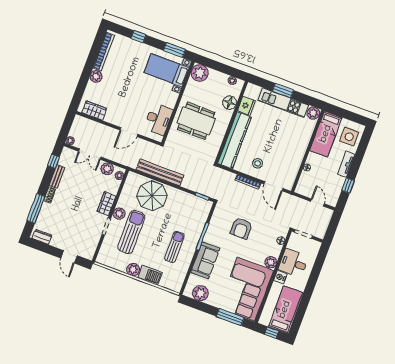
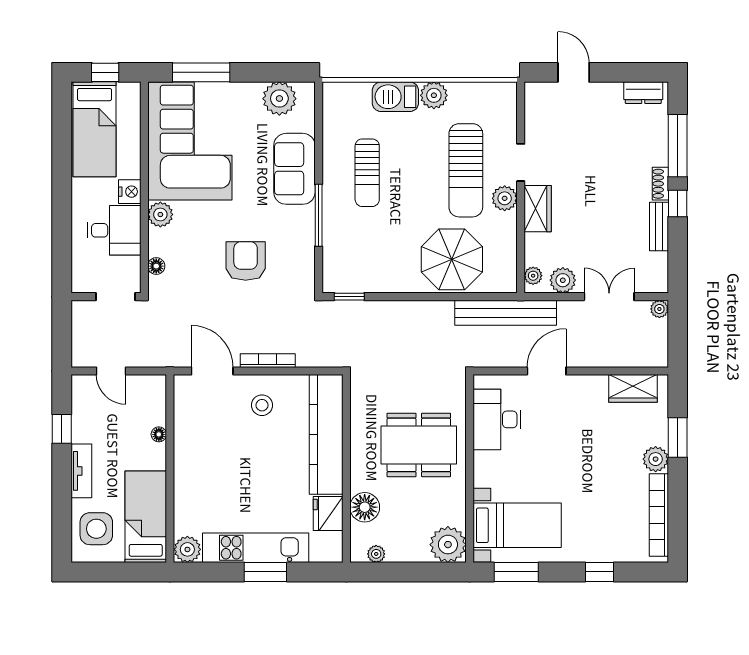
window: (83, 82) -> (678, 438), added
window: (53, 161) -> (678, 203), moved
bench: (160, 172) -> (506, 313), moved

